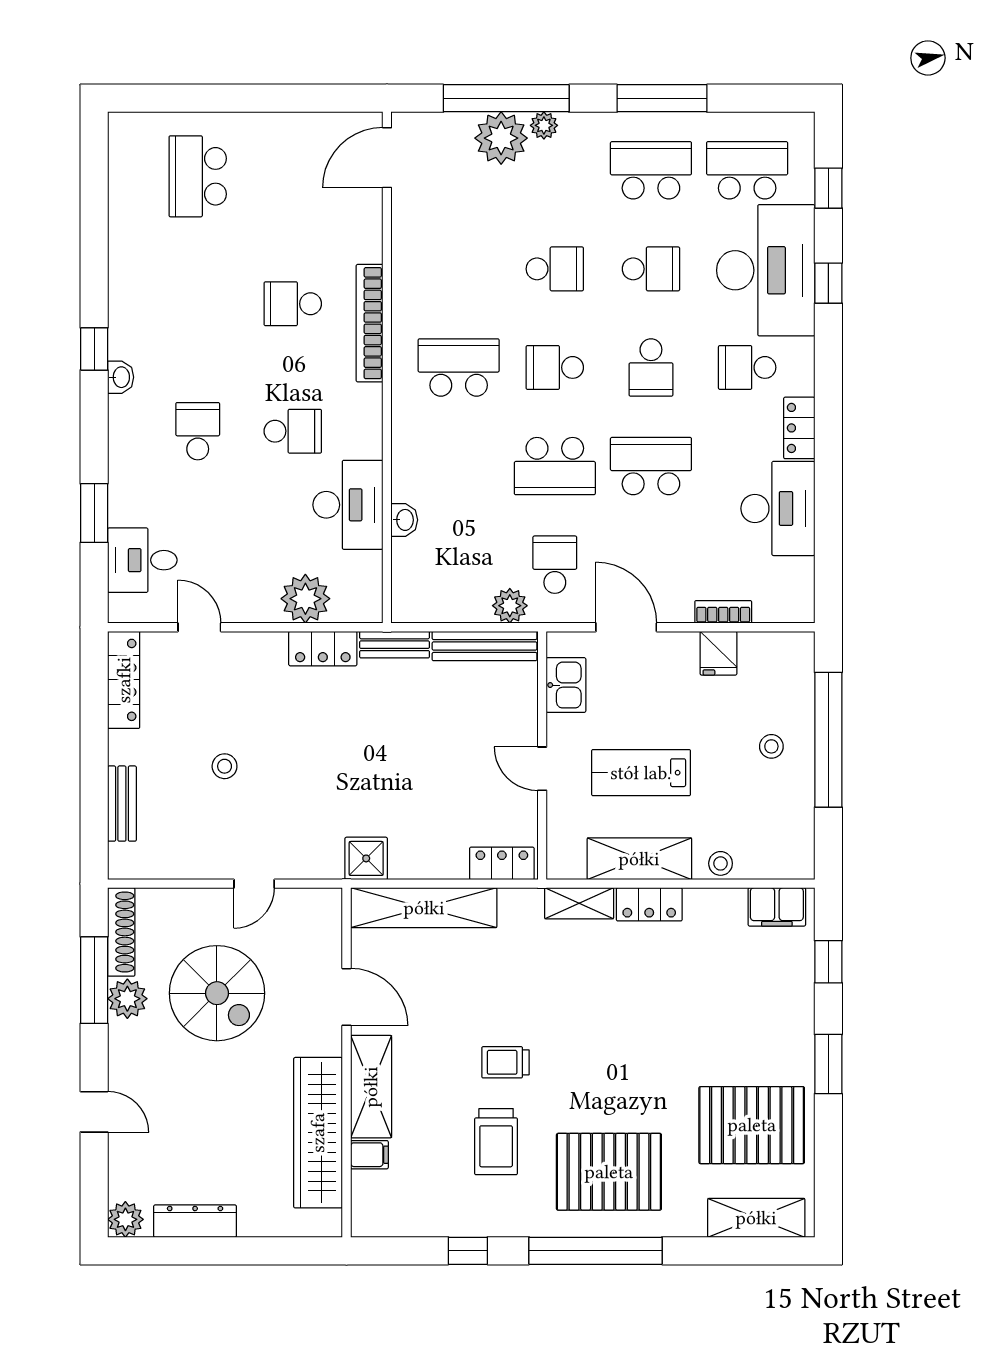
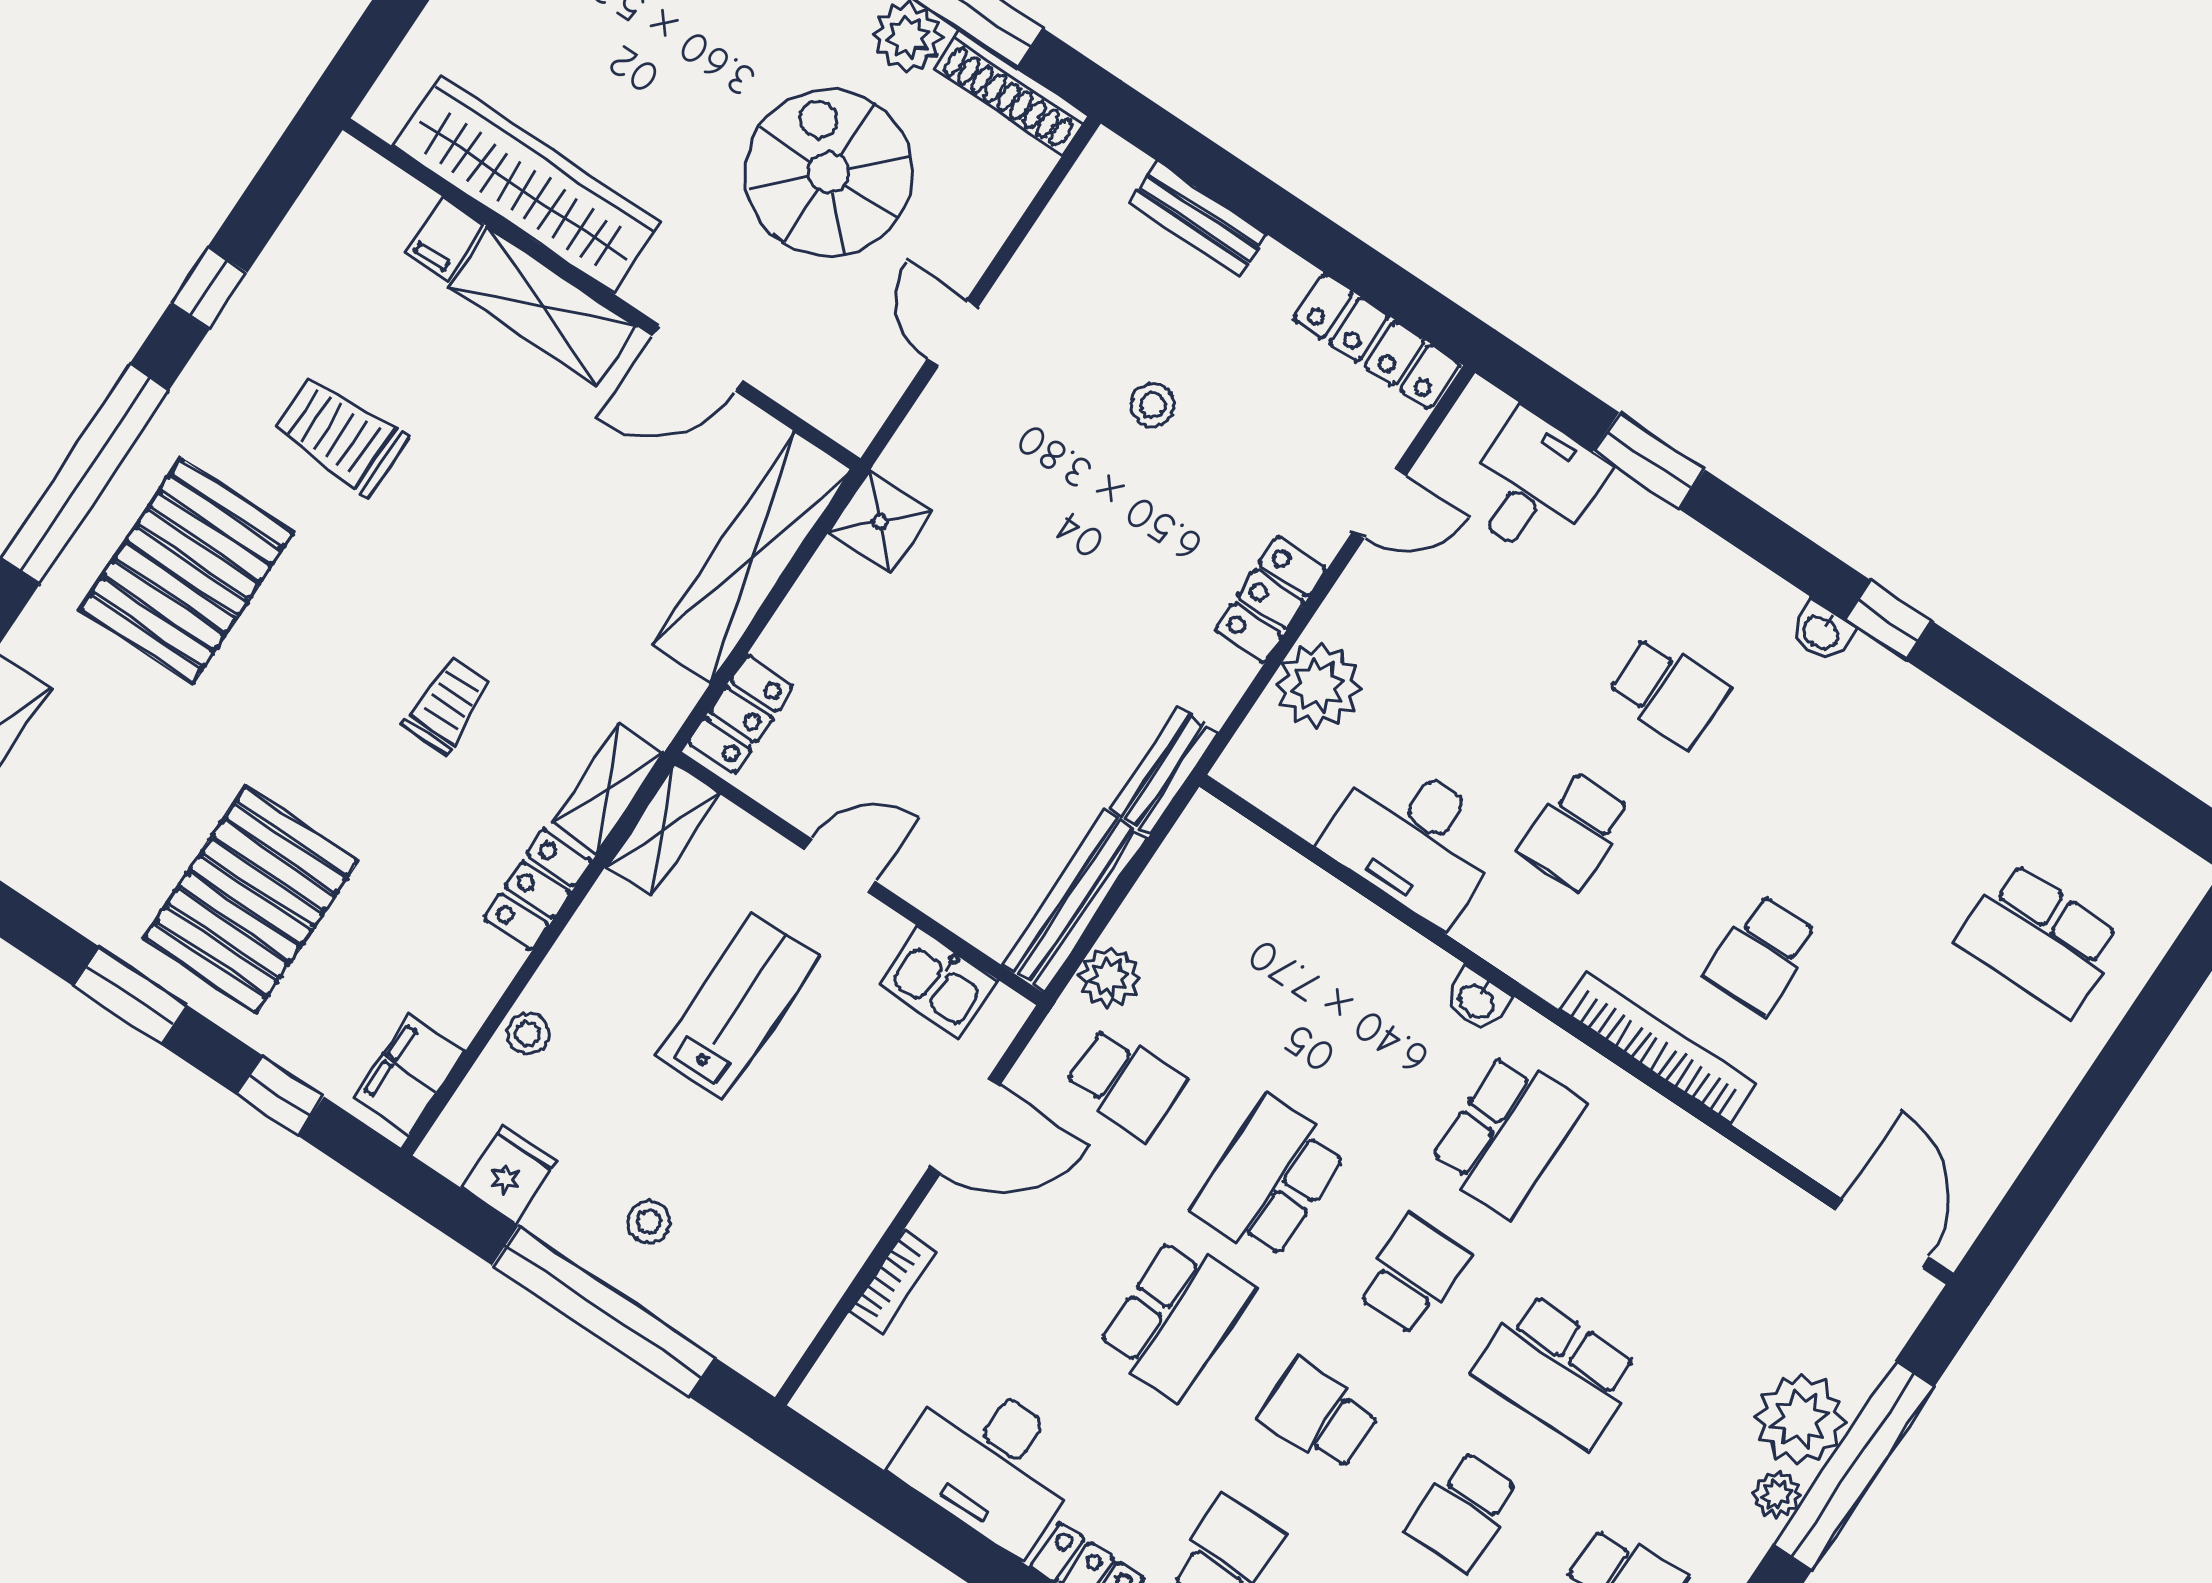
school desk: (198, 176) -> (2040, 940), turned 180
school desk: (555, 269) -> (1557, 1371), width x1.85
school desk: (293, 304) -> (1761, 954), turned 180
washbasin: (404, 520) -> (1477, 1000), moved
locker: (323, 649) -> (1271, 599), moved
fridge: (718, 653) -> (509, 1174), moved, turned 90
shelving: (639, 859) -> (663, 830), moved, width x0.67, depth x0.75
spiral stairs: (217, 993) -> (829, 173), turned 90
trolley: (505, 1062) -> (448, 705), moved
pallet: (752, 1125) -> (251, 900), moved

